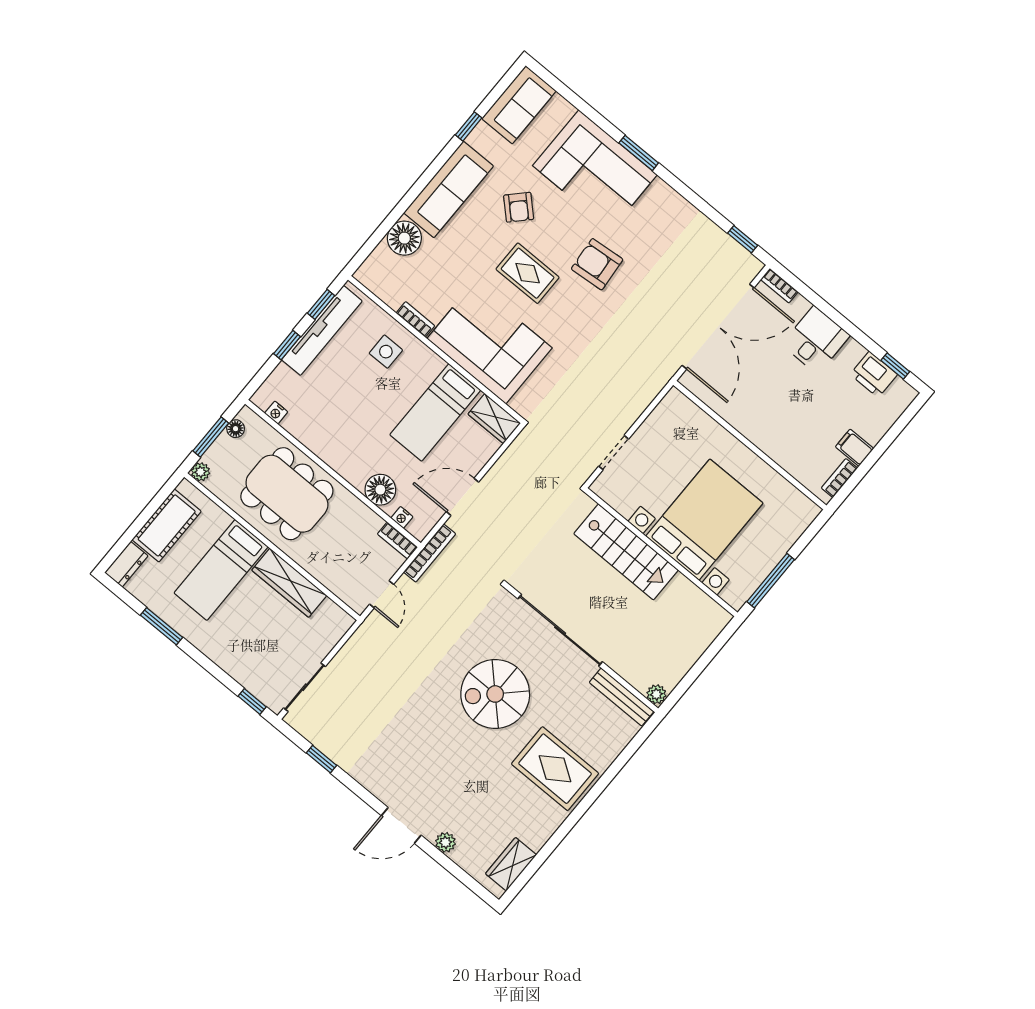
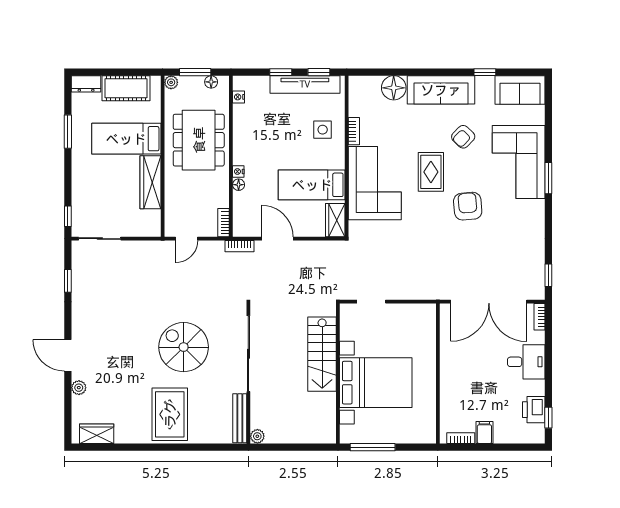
floor lamp: (380, 490) -> (239, 185), width x0.53, depth x0.53
nightstand: (402, 517) -> (238, 172), moved
bookcase: (430, 553) -> (240, 246), width x0.64

